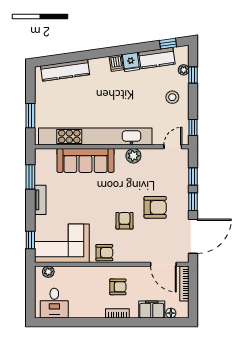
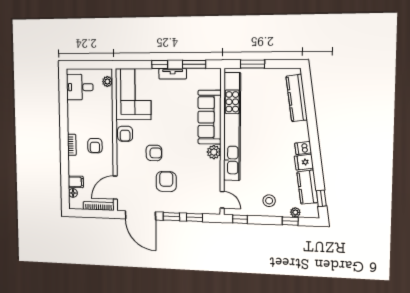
plant: (133, 156) -> (214, 152), moved
armchair: (155, 207) -> (166, 182), turned 180
window: (30, 240) -> (160, 65), moved
filing cabinet: (152, 309) -> (76, 182), width x0.50

